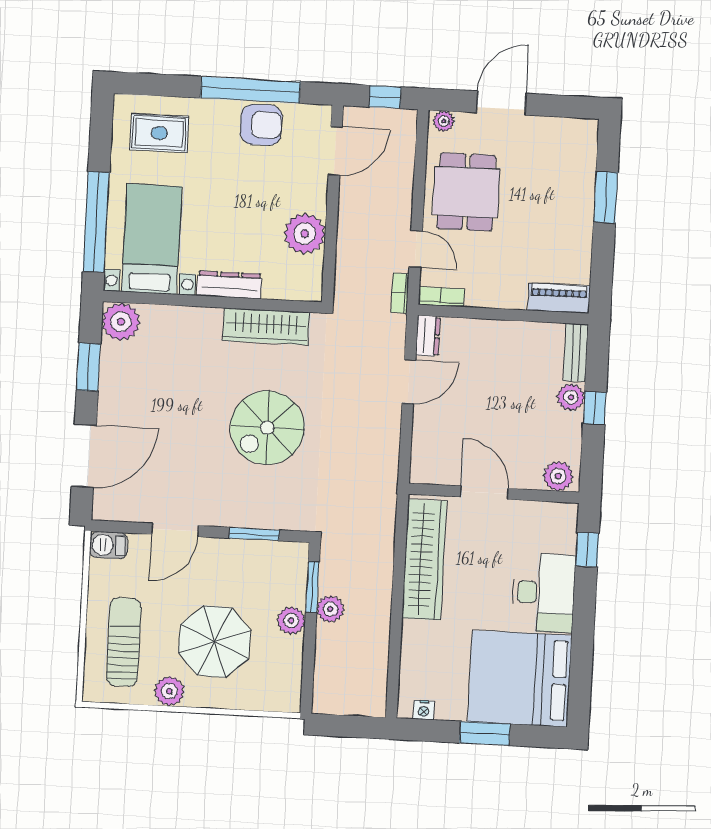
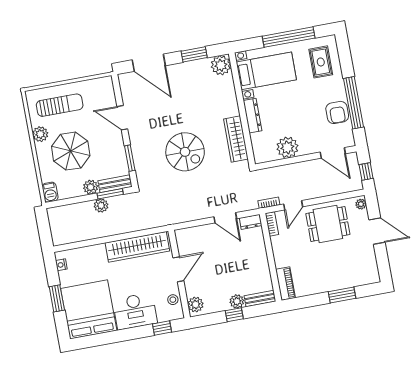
window: (96, 222) -> (289, 37), moved
spiral stairs: (267, 428) -> (185, 152), turned 180
stool: (539, 516) -> (173, 300), added
barbecue: (109, 545) -> (50, 192), moved, turned 180
bench: (296, 573) -> (115, 184), added

